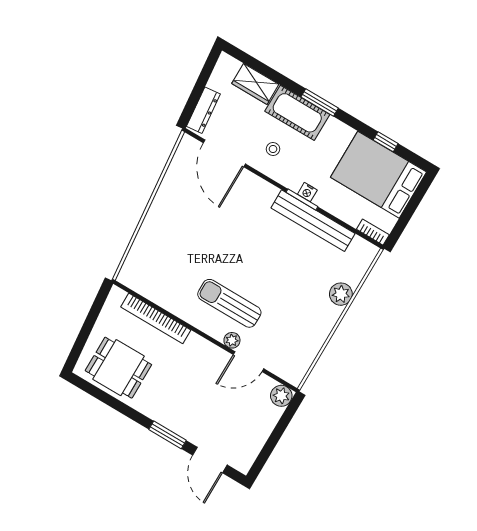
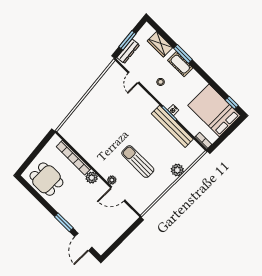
window: (197, 91) -> (127, 40), added
window: (320, 103) -> (183, 54), moved
cot: (297, 113) -> (180, 64), width x0.73, depth x0.75
window: (386, 142) -> (232, 103), moved
door: (224, 153) -> (134, 78), width x0.53
sun lounger: (229, 303) -> (138, 162), moved
plant: (281, 396) -> (92, 178), moved

